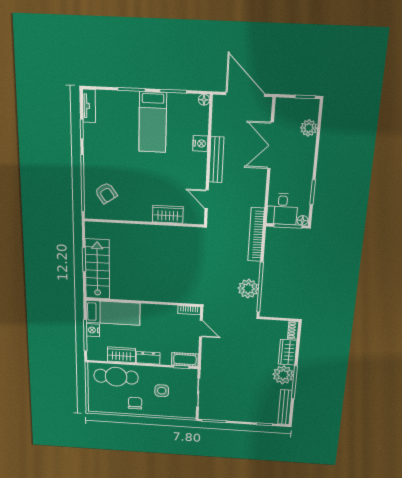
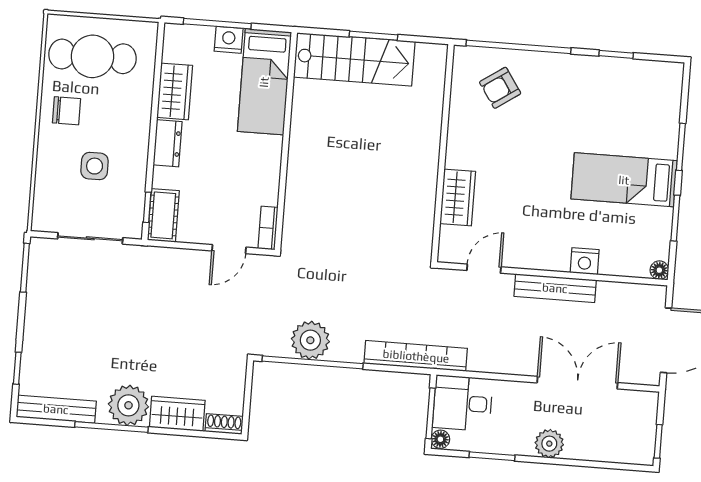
tv unit: (89, 106) -> (656, 71), removed
plant: (309, 128) -> (549, 444), moved
cafe table: (116, 377) -> (92, 56), moved, turned 90

